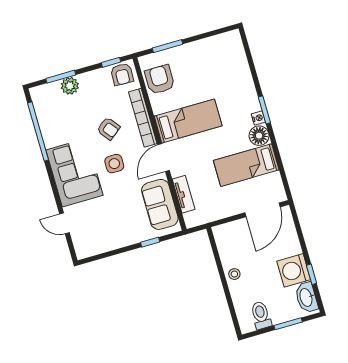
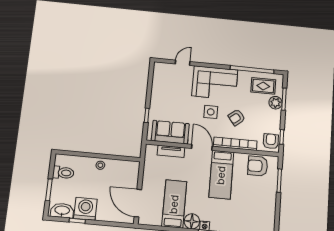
armchair: (122, 74) -> (271, 141), turned 88
armchair: (160, 79) -> (258, 166), turned 180
rug: (54, 109) -> (263, 86), added

